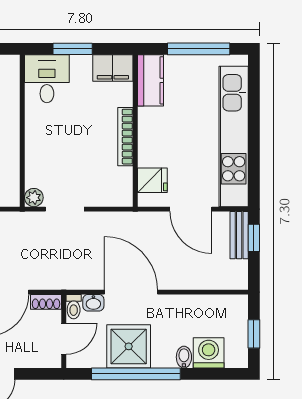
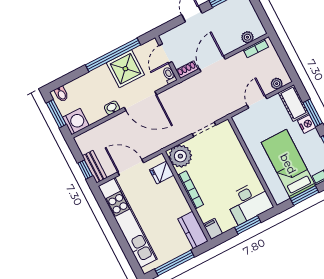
filing cabinet: (113, 68) -> (213, 229), width x0.50
desk: (47, 79) -> (249, 202), width x1.37
plant: (34, 198) -> (180, 156), moved, width x1.87, depth x1.87
washbasin: (93, 303) -> (112, 108), moved
window: (254, 334) -> (56, 114), width x1.50
washing machine: (209, 353) -> (76, 122), moved, turned -90
bidet: (184, 357) -> (61, 94), moved

